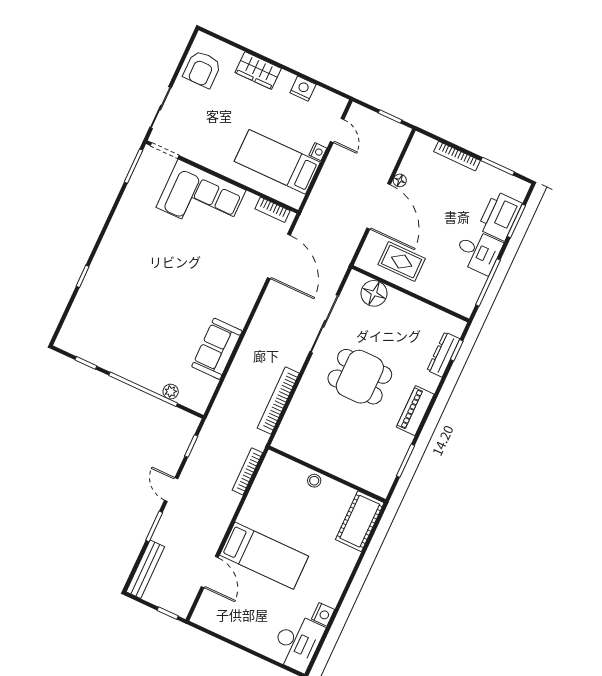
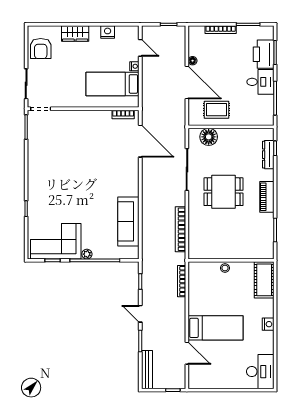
corner sofa: (201, 199) -> (56, 241), moved, turned 180
sofa: (217, 349) -> (128, 221), width x1.36
plant: (171, 392) -> (87, 254), moved
nightstand: (323, 614) -> (268, 324), moved

